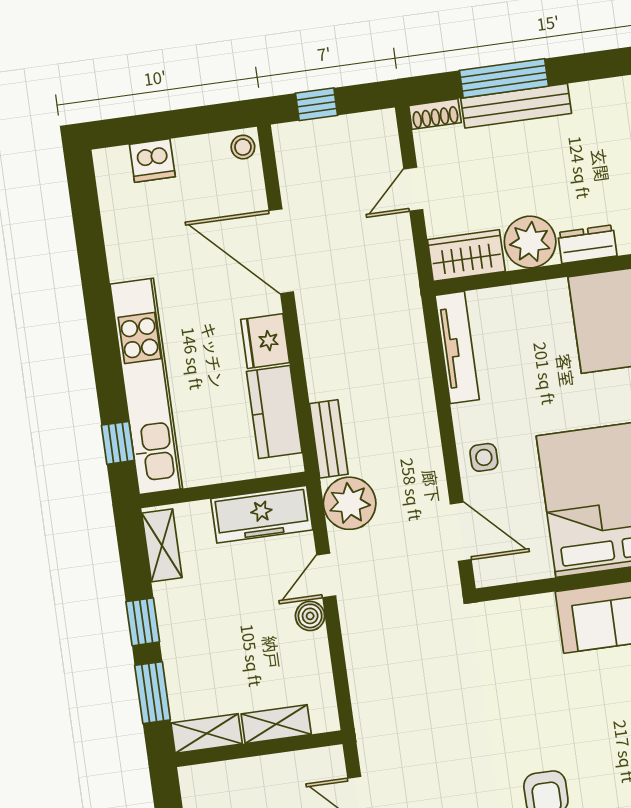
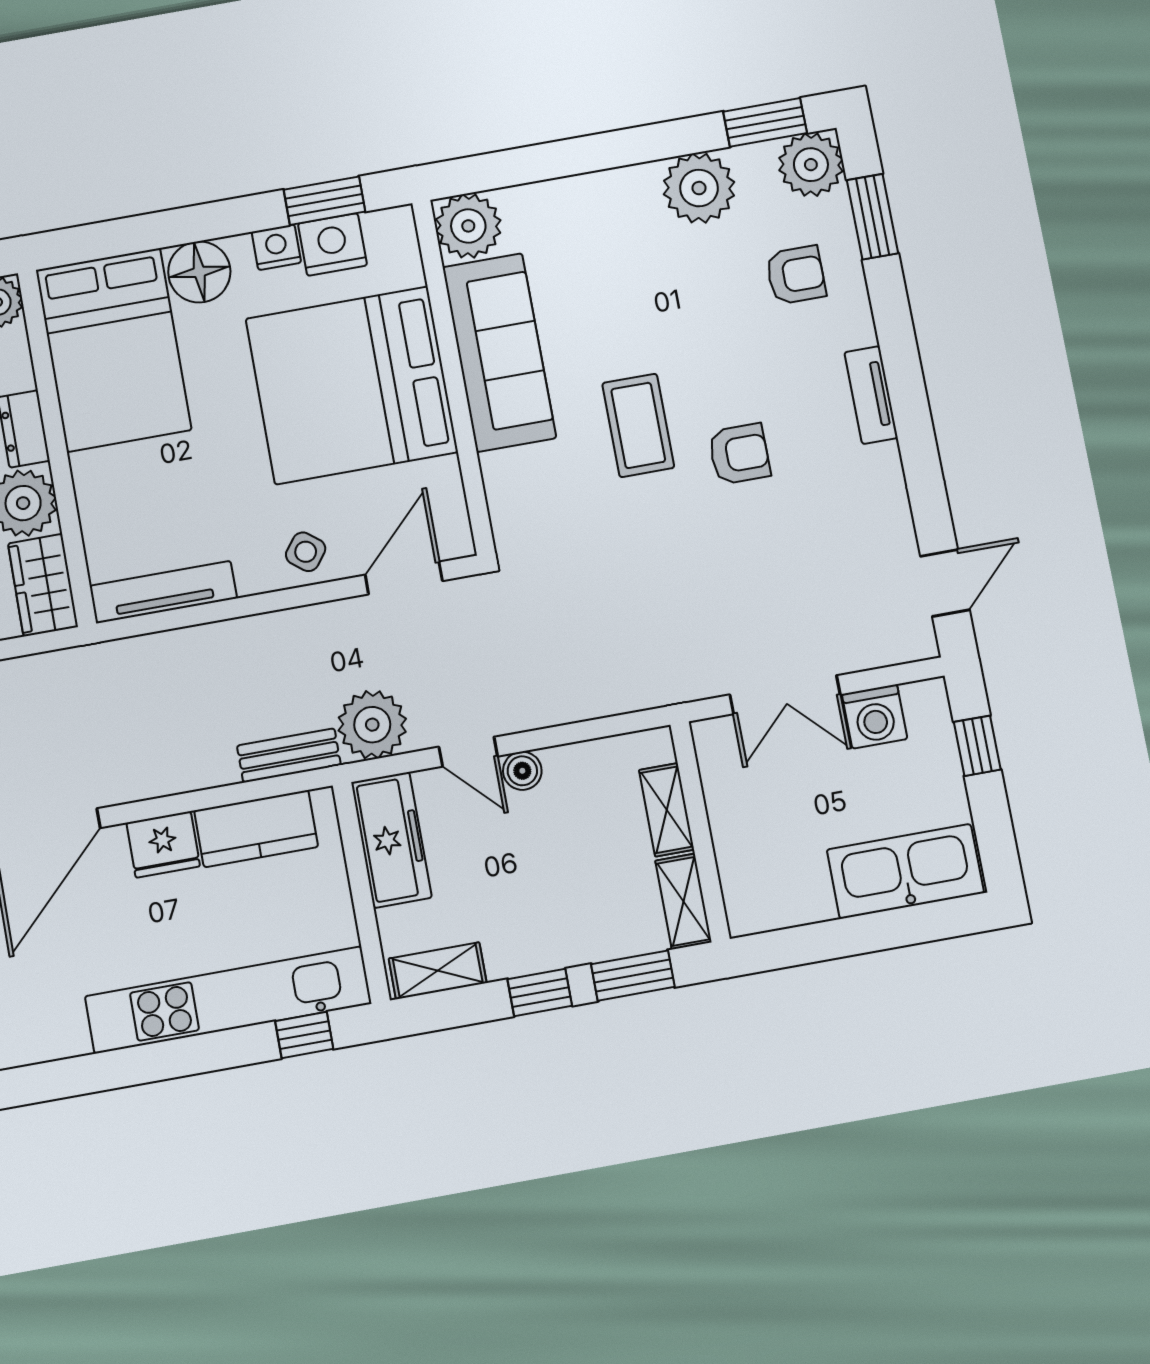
side table: (484, 457) -> (306, 552), turned 38
coffee table: (571, 717) -> (638, 425), added

